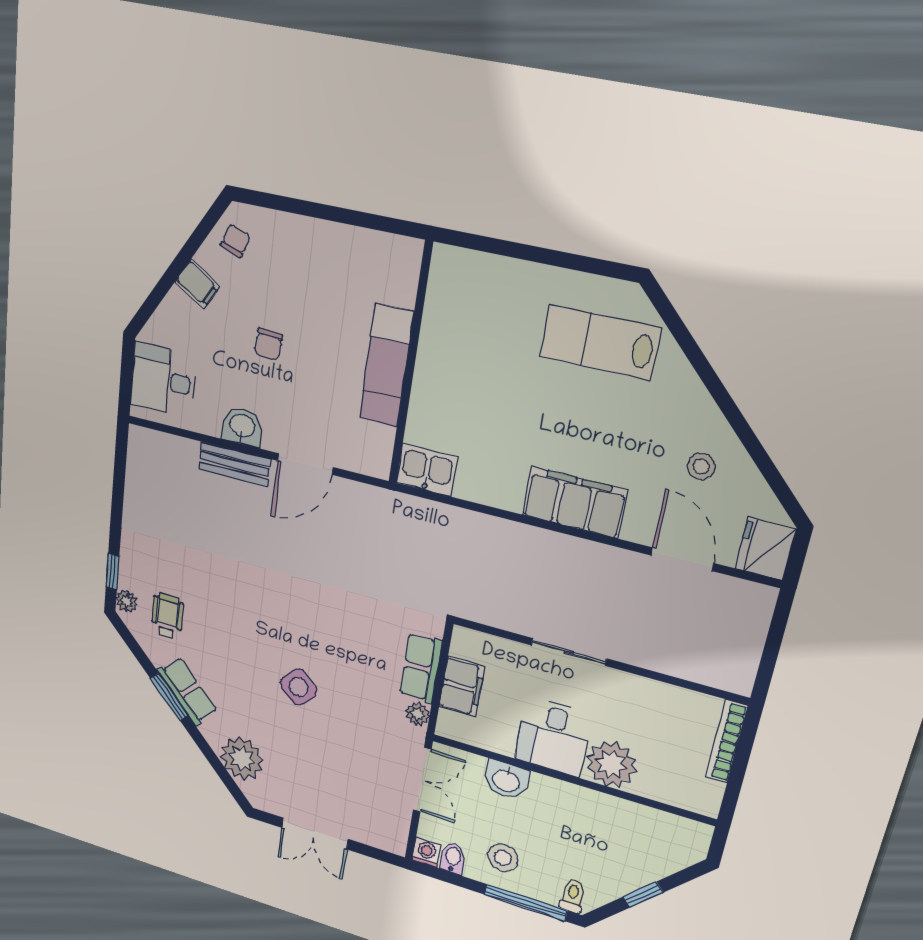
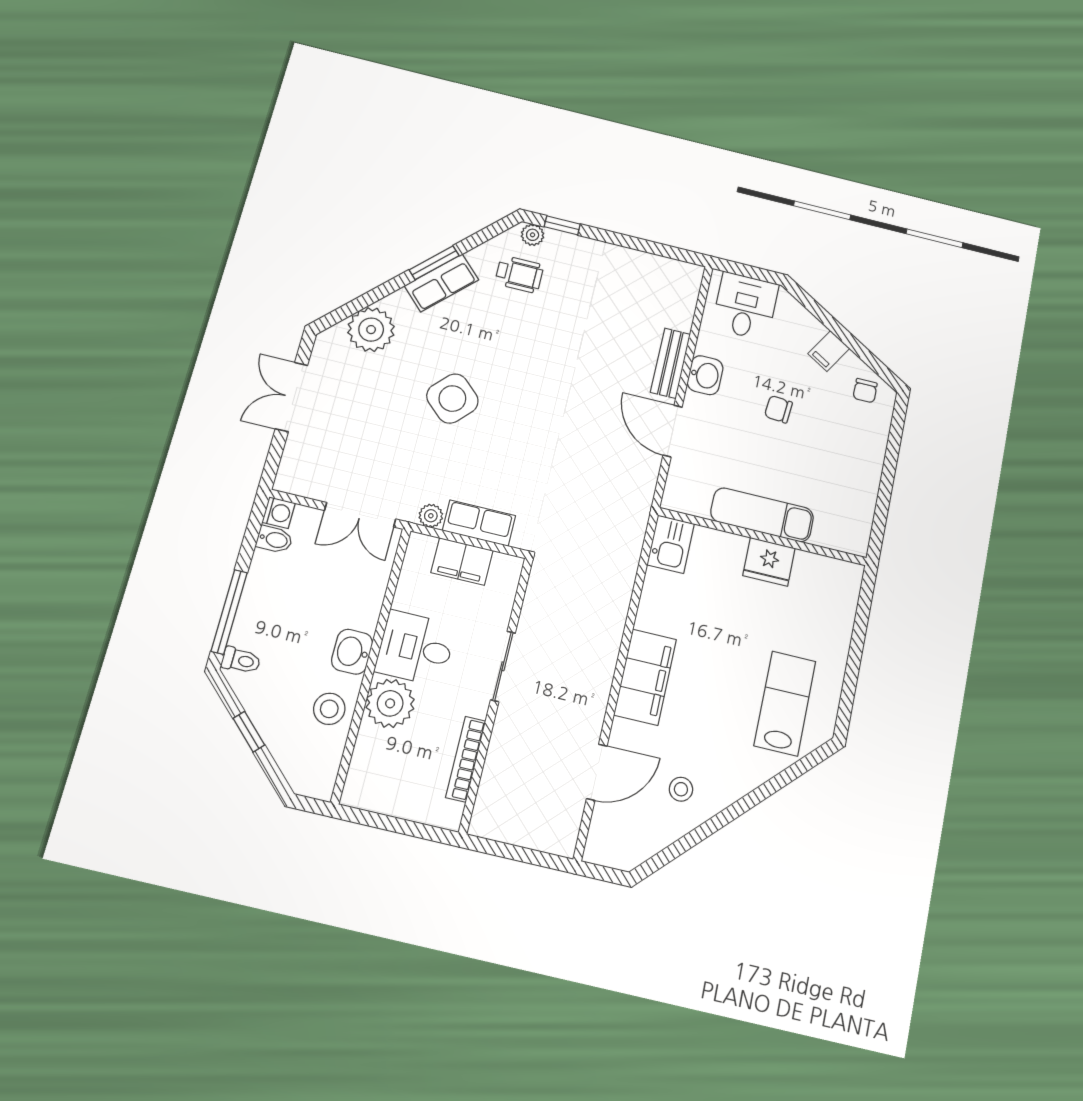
chair: (235, 241) -> (865, 391), turned 70
fridge: (765, 549) -> (769, 562), moved, turned 180
side table: (299, 687) -> (452, 399), width x1.37, depth x1.37
bookcase: (726, 742) -> (466, 759), moved, turned -90
washbasin: (506, 780) -> (352, 652), moved
stool: (503, 858) -> (329, 709), moved

